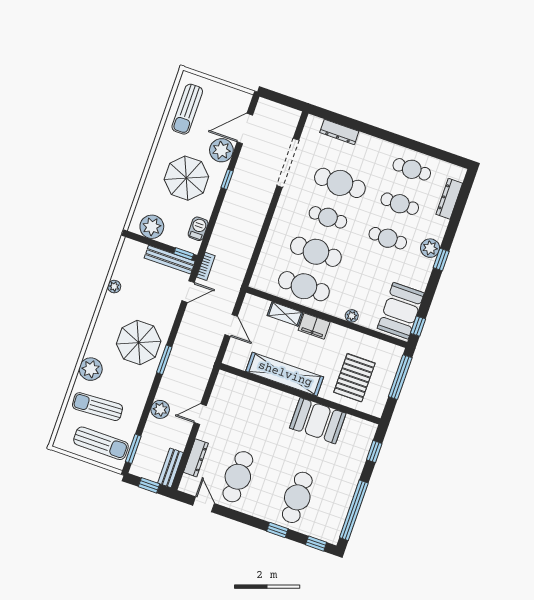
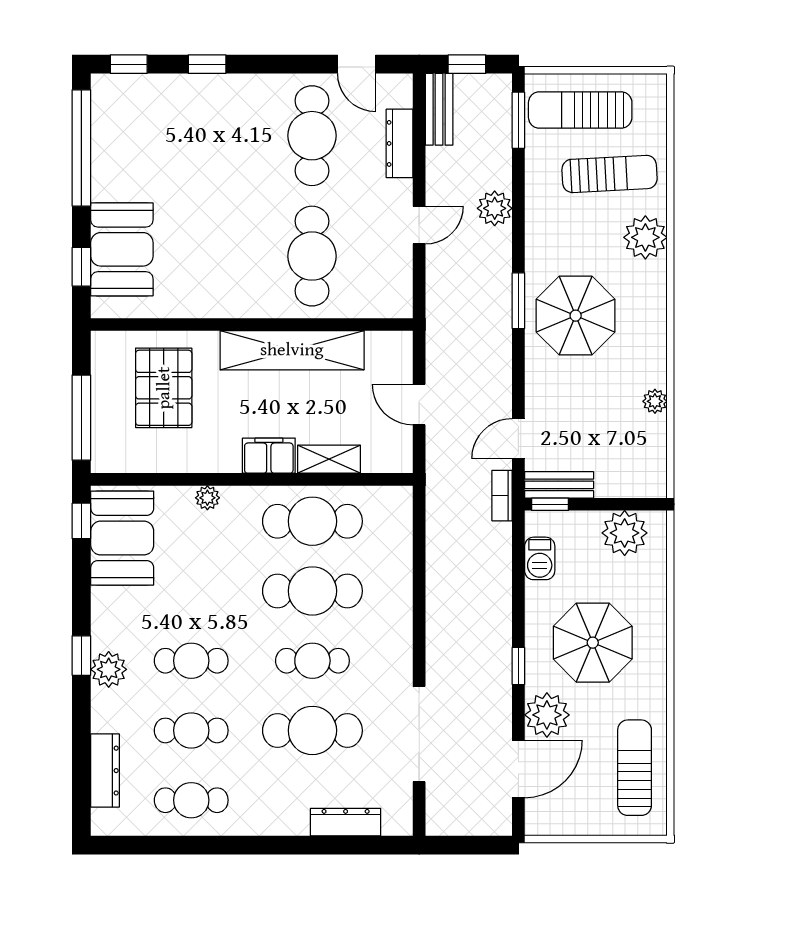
bench: (170, 260) -> (559, 485), width x0.73
booth: (318, 421) -> (122, 249), moved, turned 90
cafe table: (297, 497) -> (312, 256), moved

